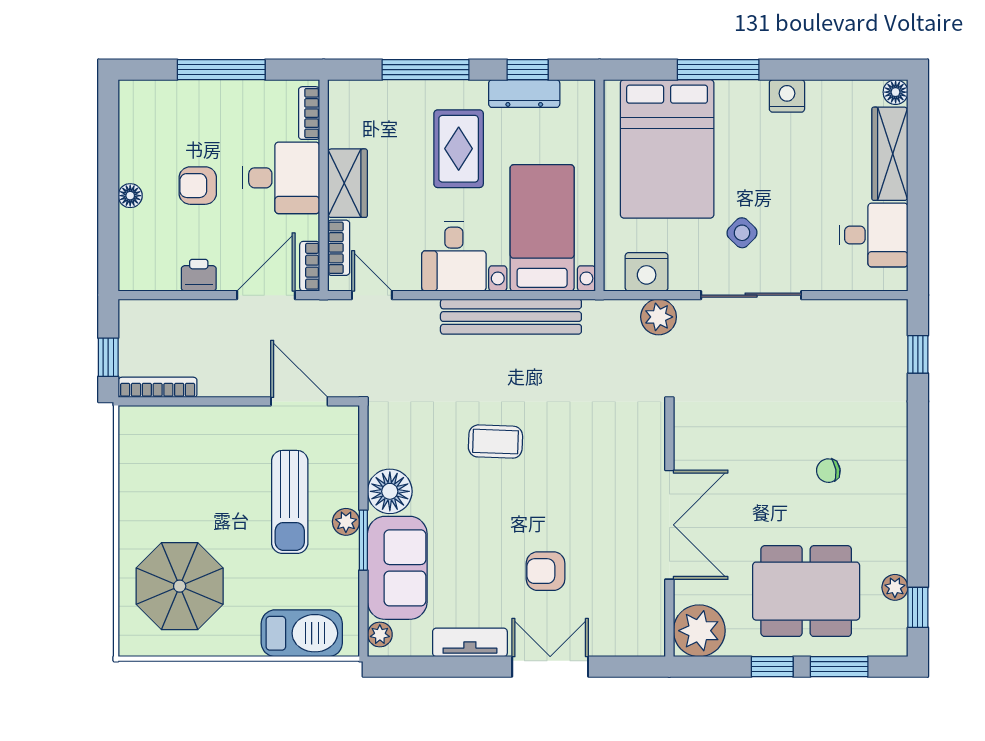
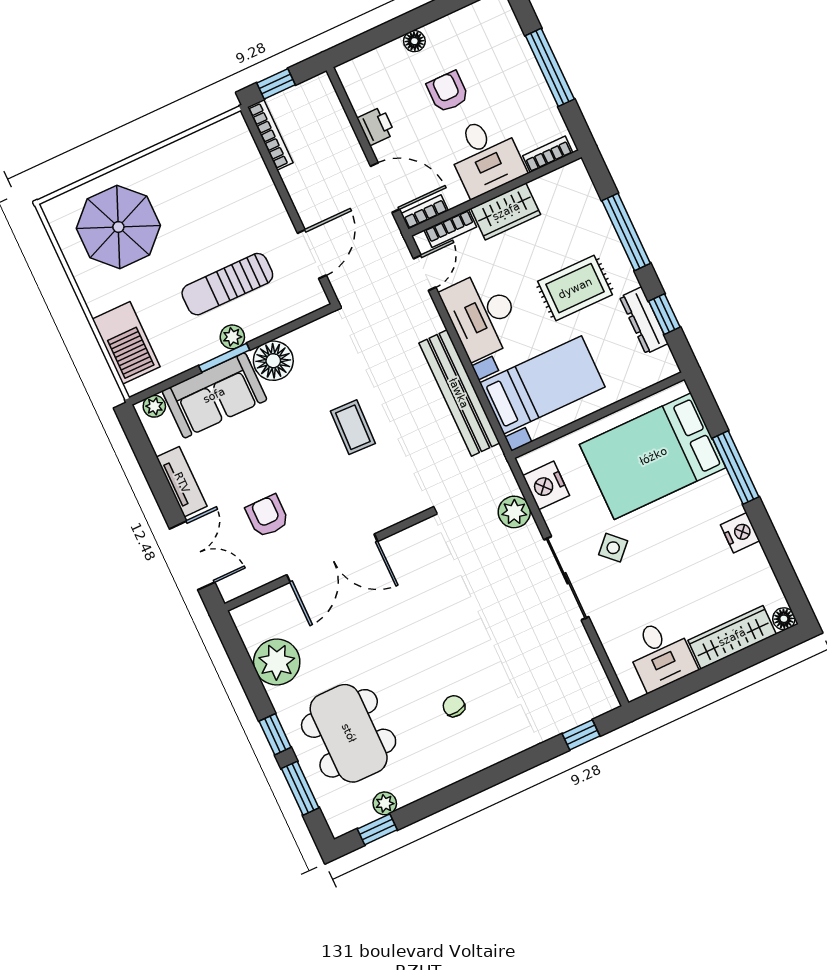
desk: (454, 256) -> (482, 315), width x1.37
double door: (669, 525) -> (332, 558), moved
wall: (669, 531) -> (327, 560), moved

